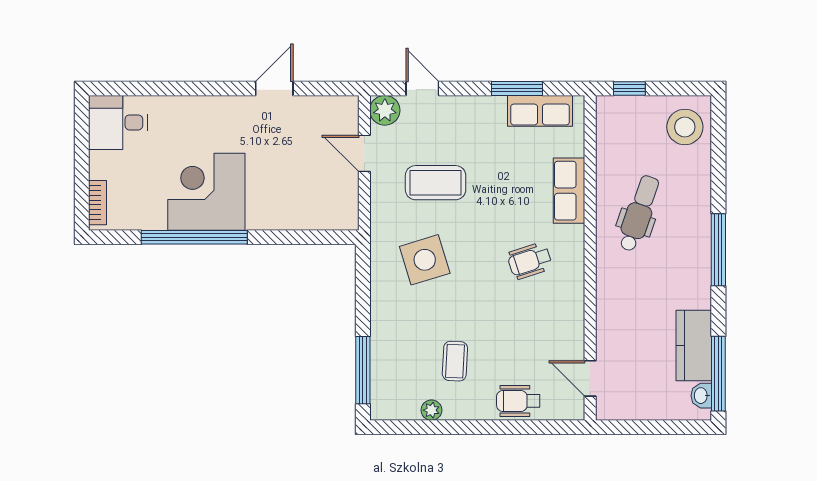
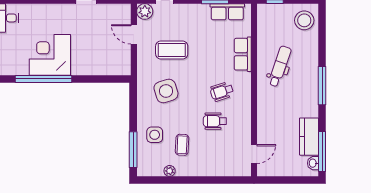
side table: (403, 342) -> (155, 135), added
door: (590, 378) -> (254, 154), swing flipped
wheelchair: (518, 401) -> (215, 121), moved

